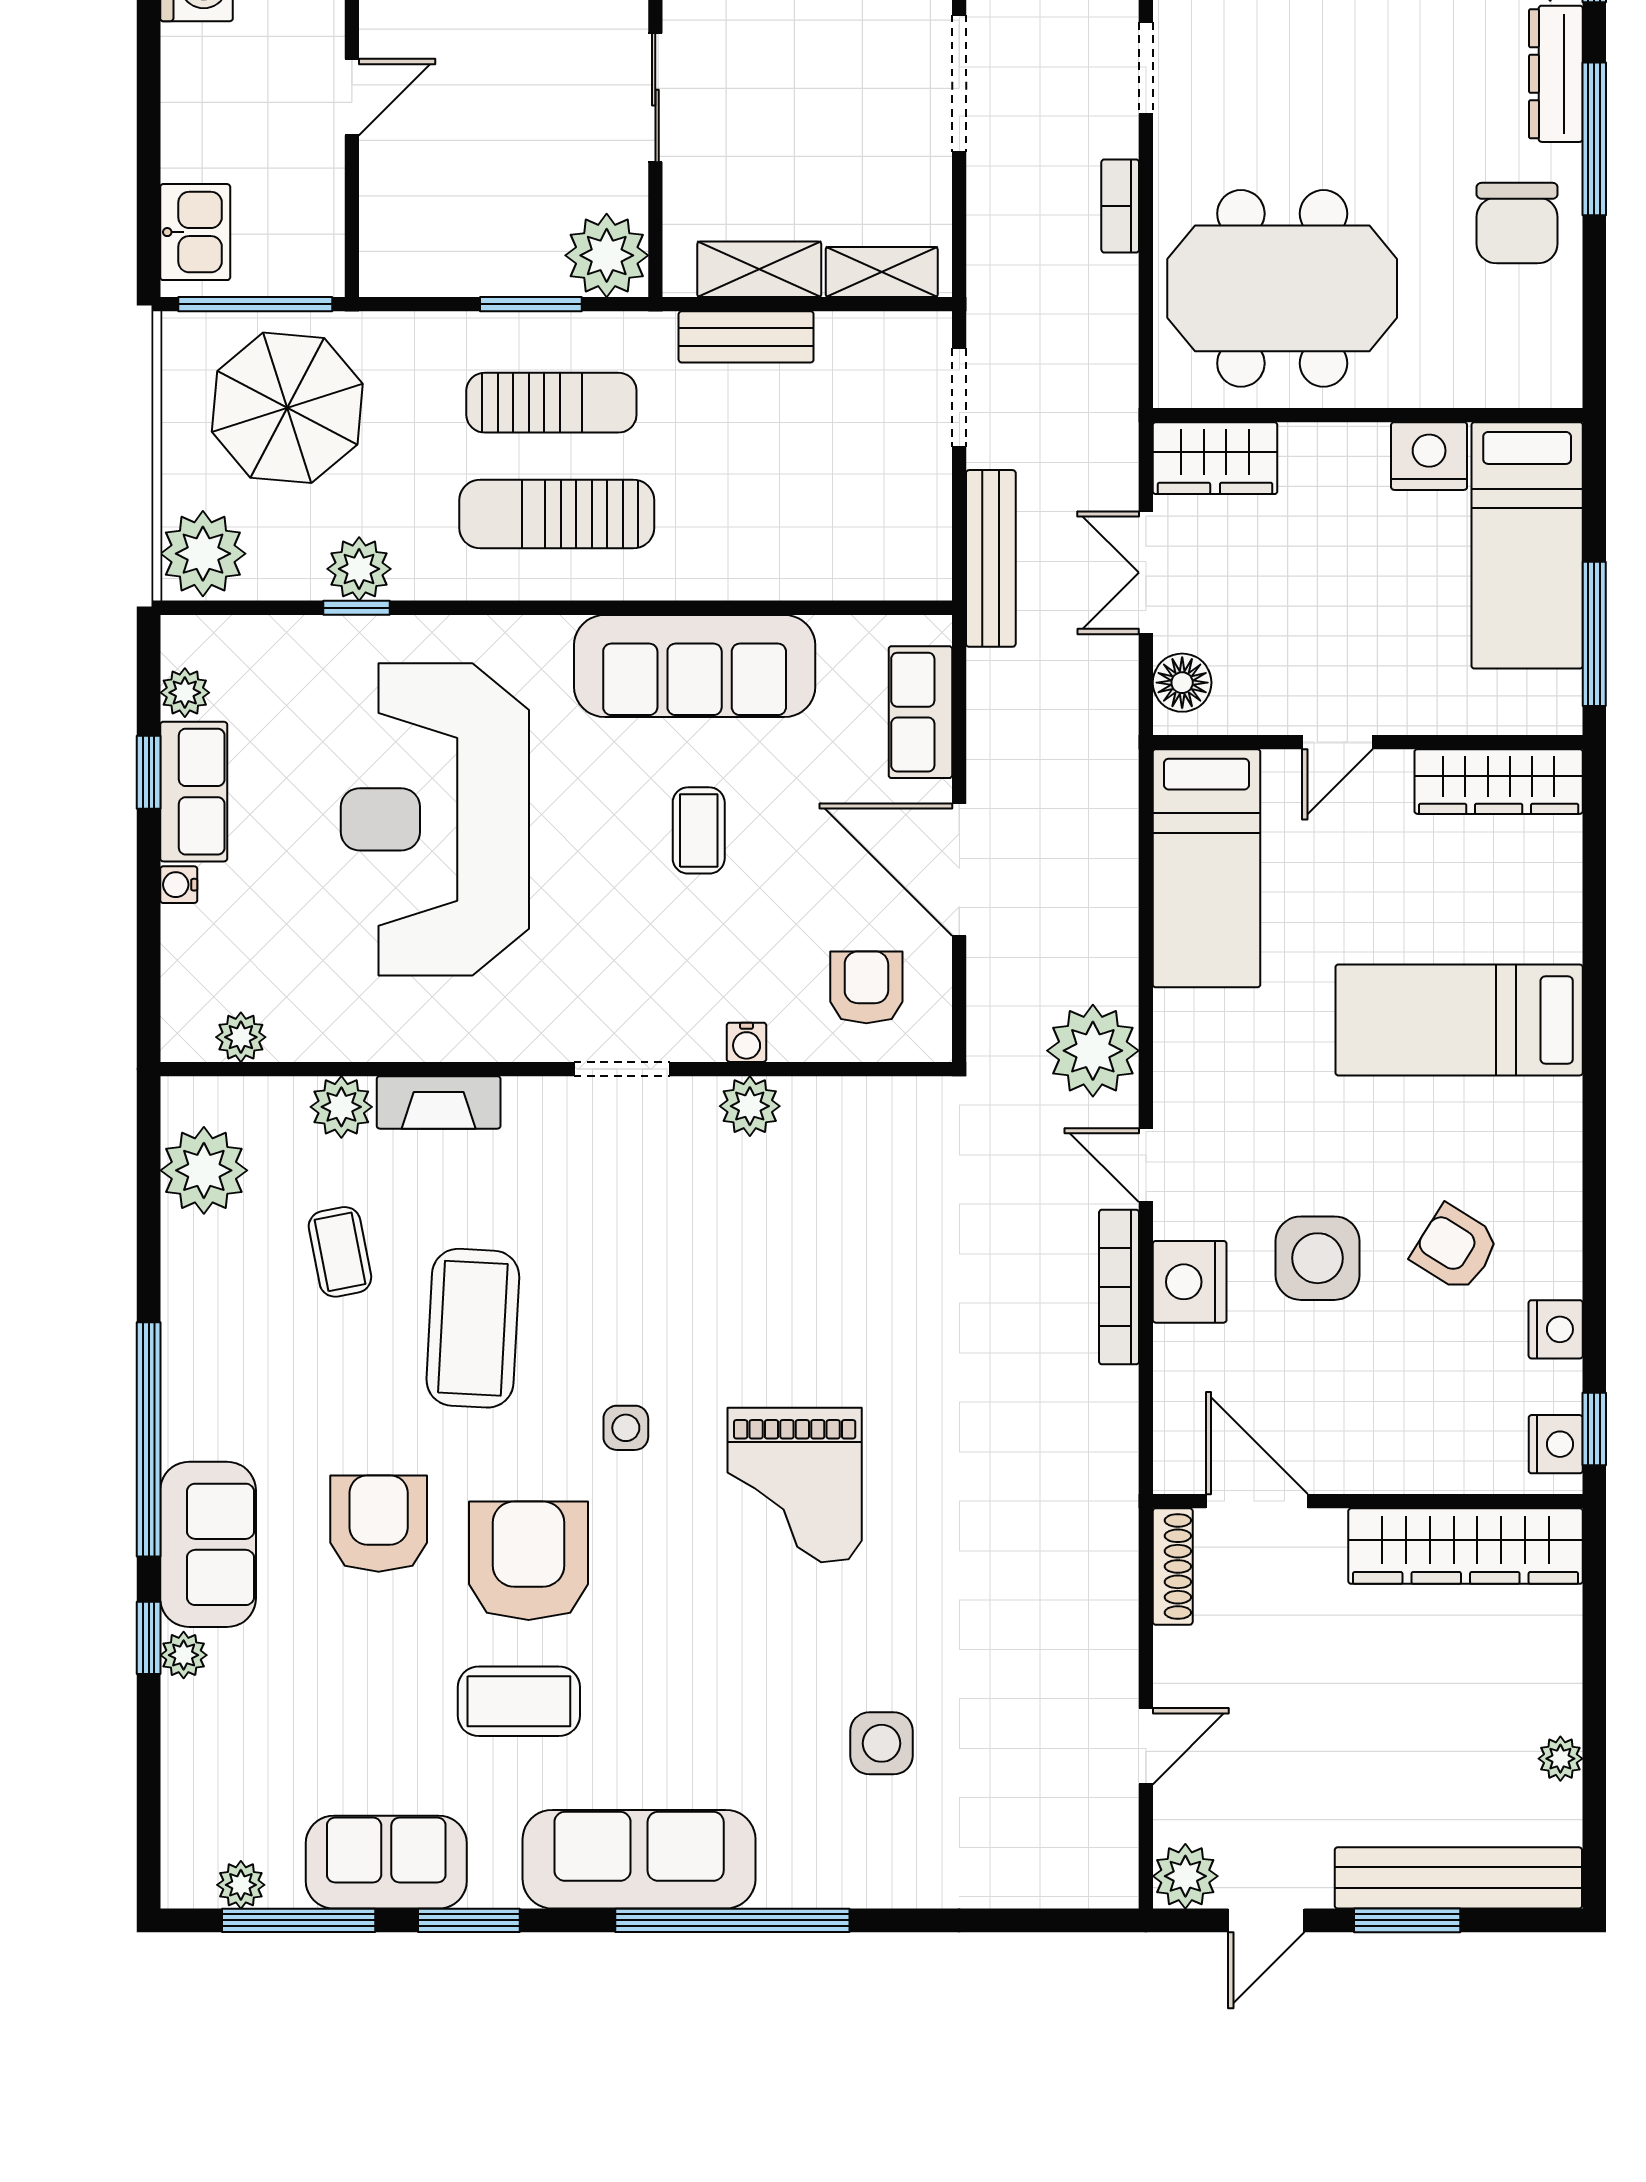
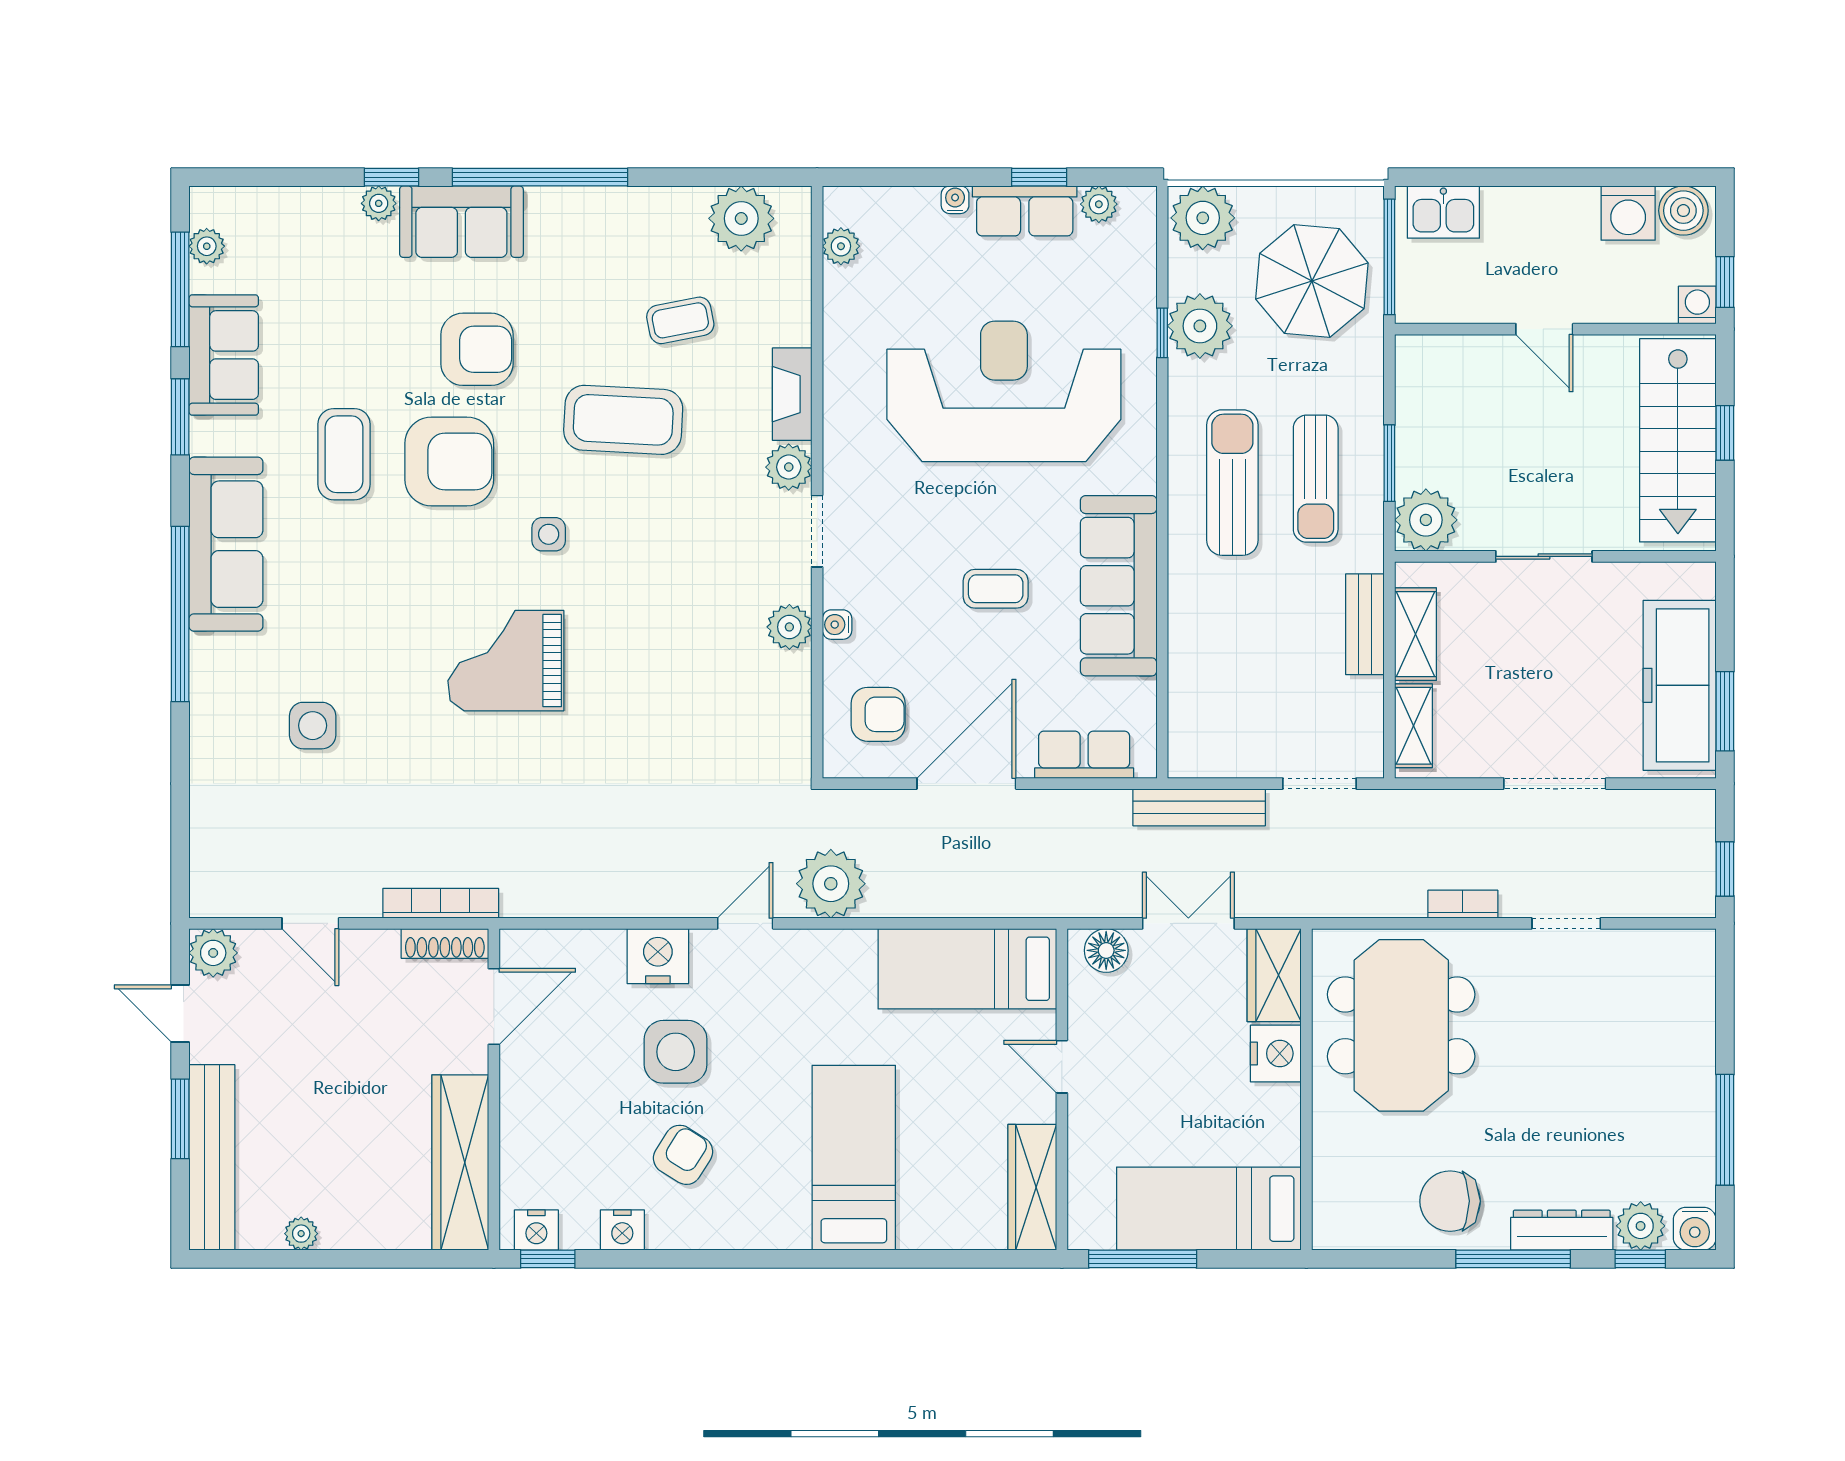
nightstand: (1429, 456) -> (1276, 1053), moved
plant: (359, 569) -> (1200, 326), width x1.36, depth x1.36
plant: (341, 1107) -> (789, 467), moved
bookcase: (1119, 1287) -> (441, 903), moved

